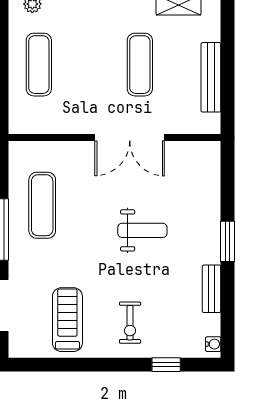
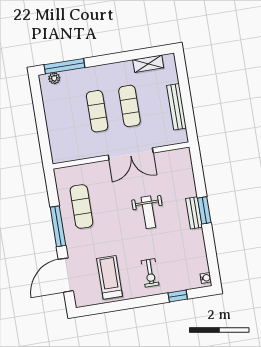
exercise mat: (39, 65) -> (97, 111), moved
weight bench: (142, 230) -> (148, 212), turned 90
bench: (212, 289) -> (194, 213), moved

